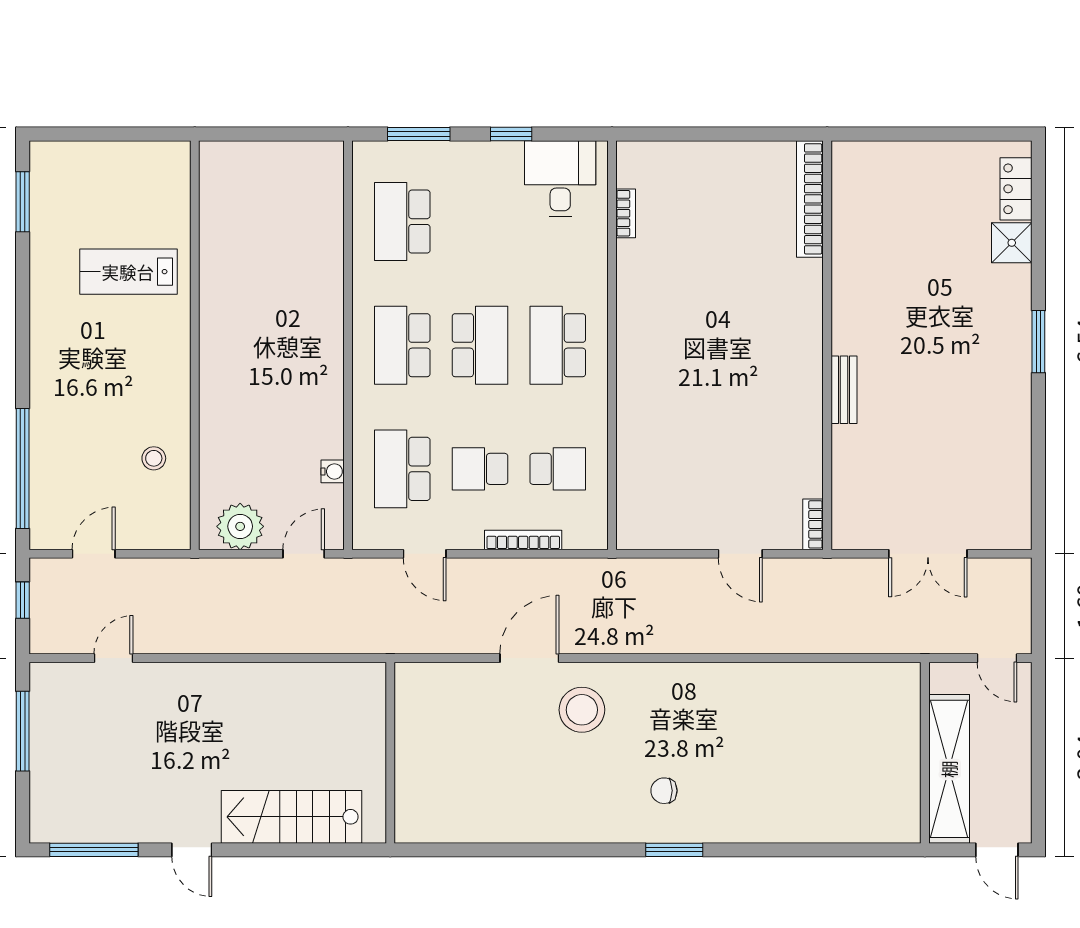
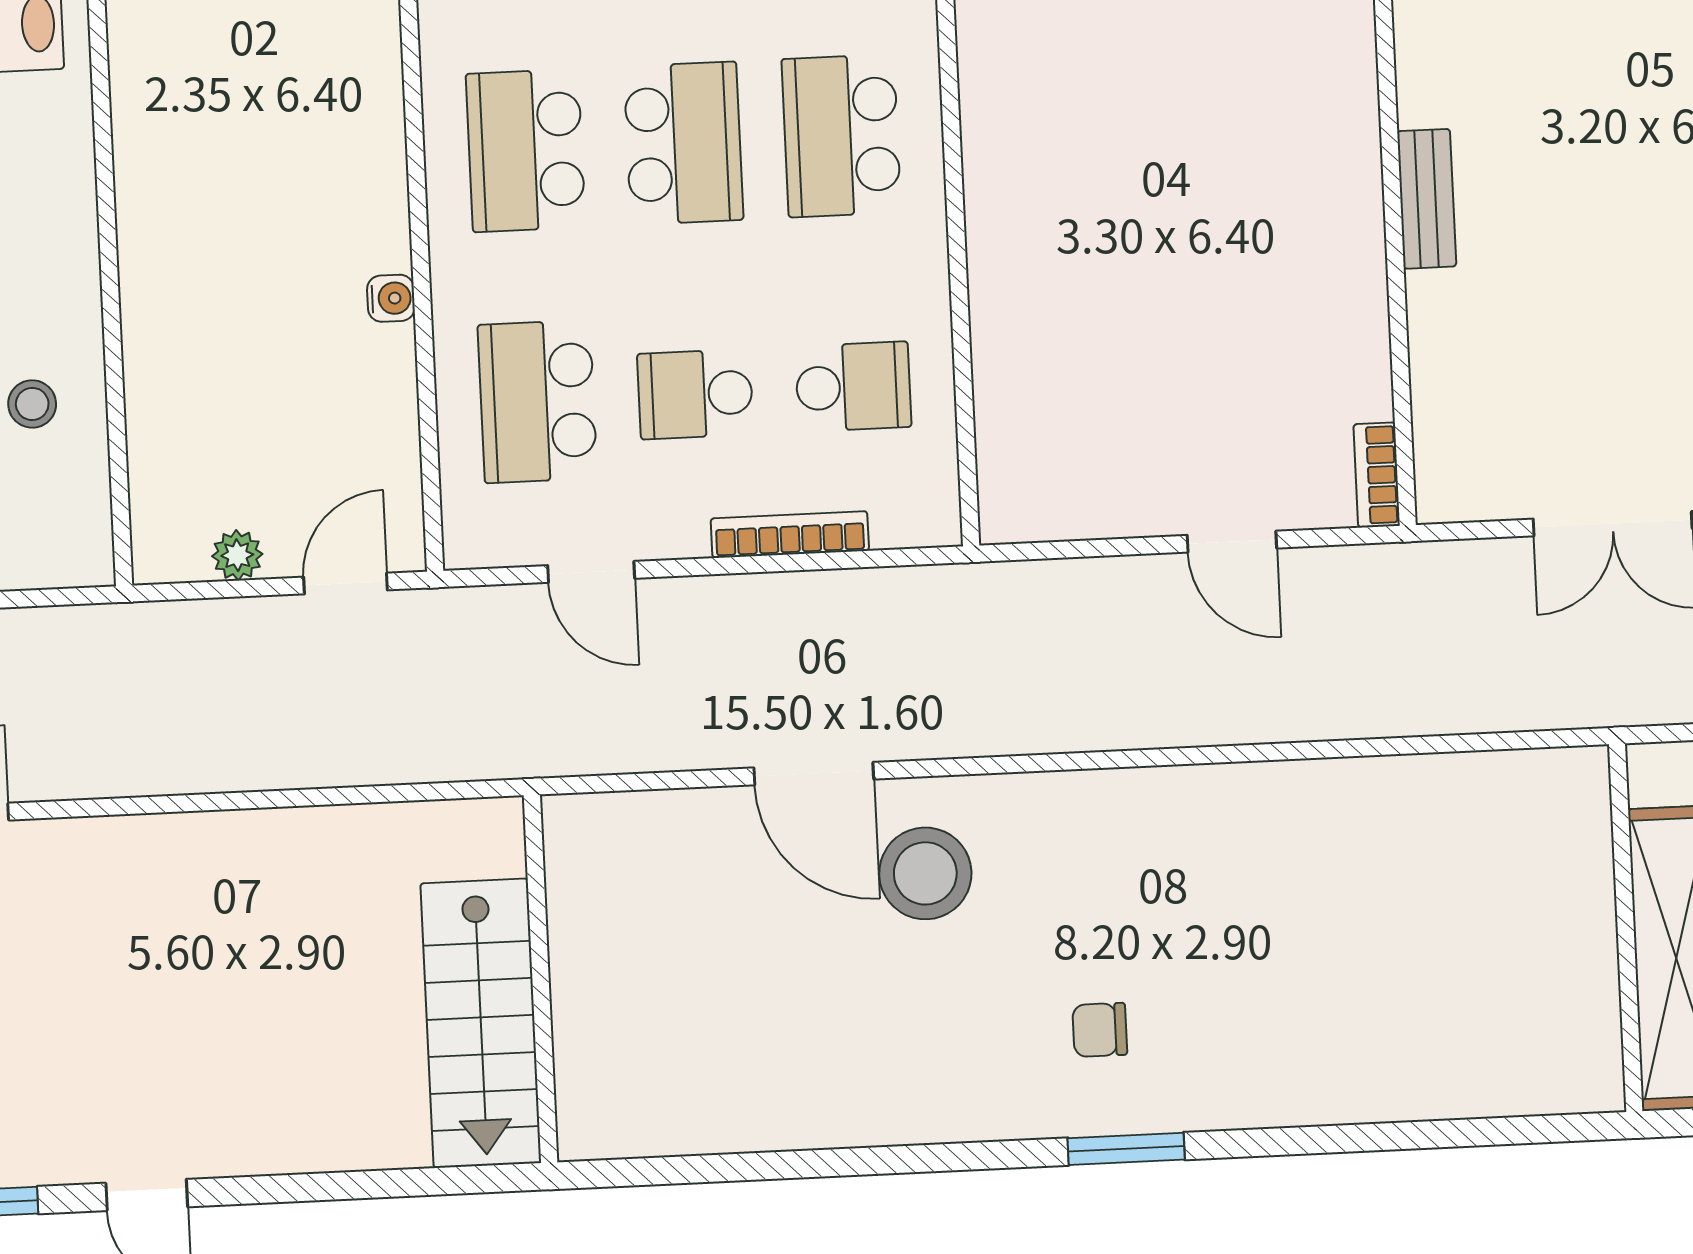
water cooler: (333, 471) -> (391, 298), moved
plant: (240, 526) -> (237, 555), width x0.53, depth x0.53
door: (529, 658) -> (814, 774), swing flipped
stairs: (292, 817) -> (481, 1023), moved, turned -90

